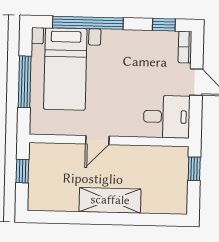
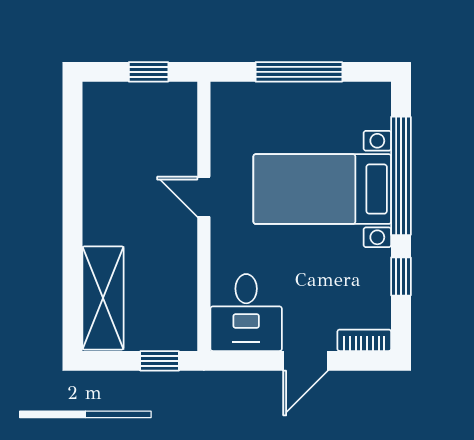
window: (164, 25) -> (401, 276), moved
bed with nightstands: (65, 69) -> (322, 189), moved
shelving: (110, 200) -> (103, 298), moved

